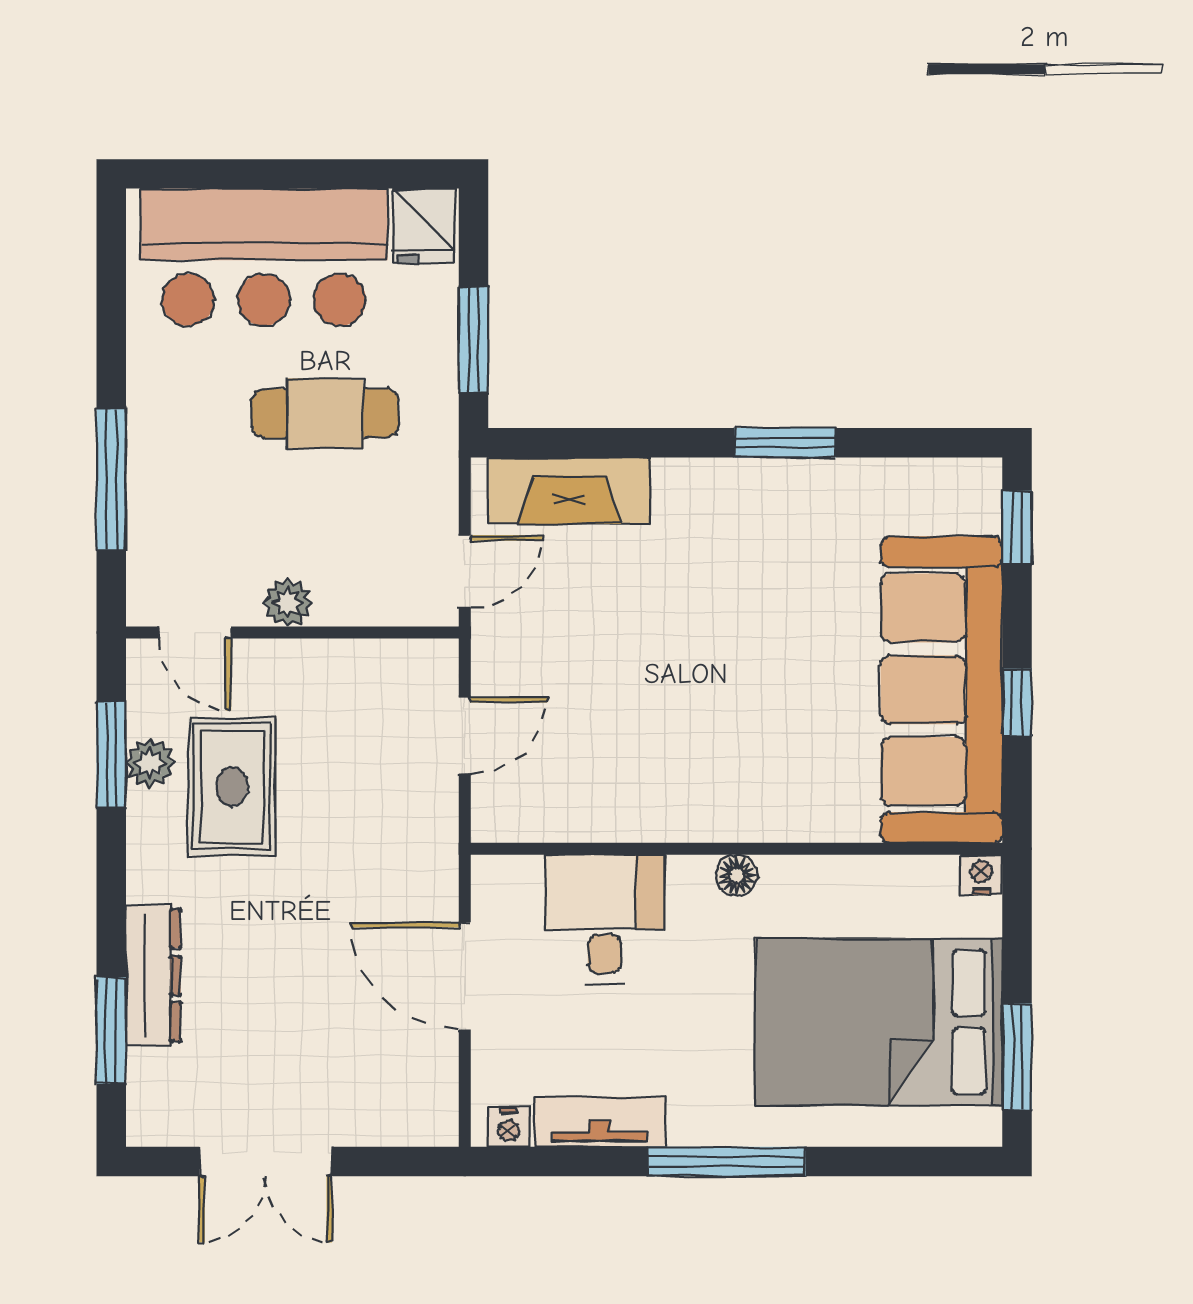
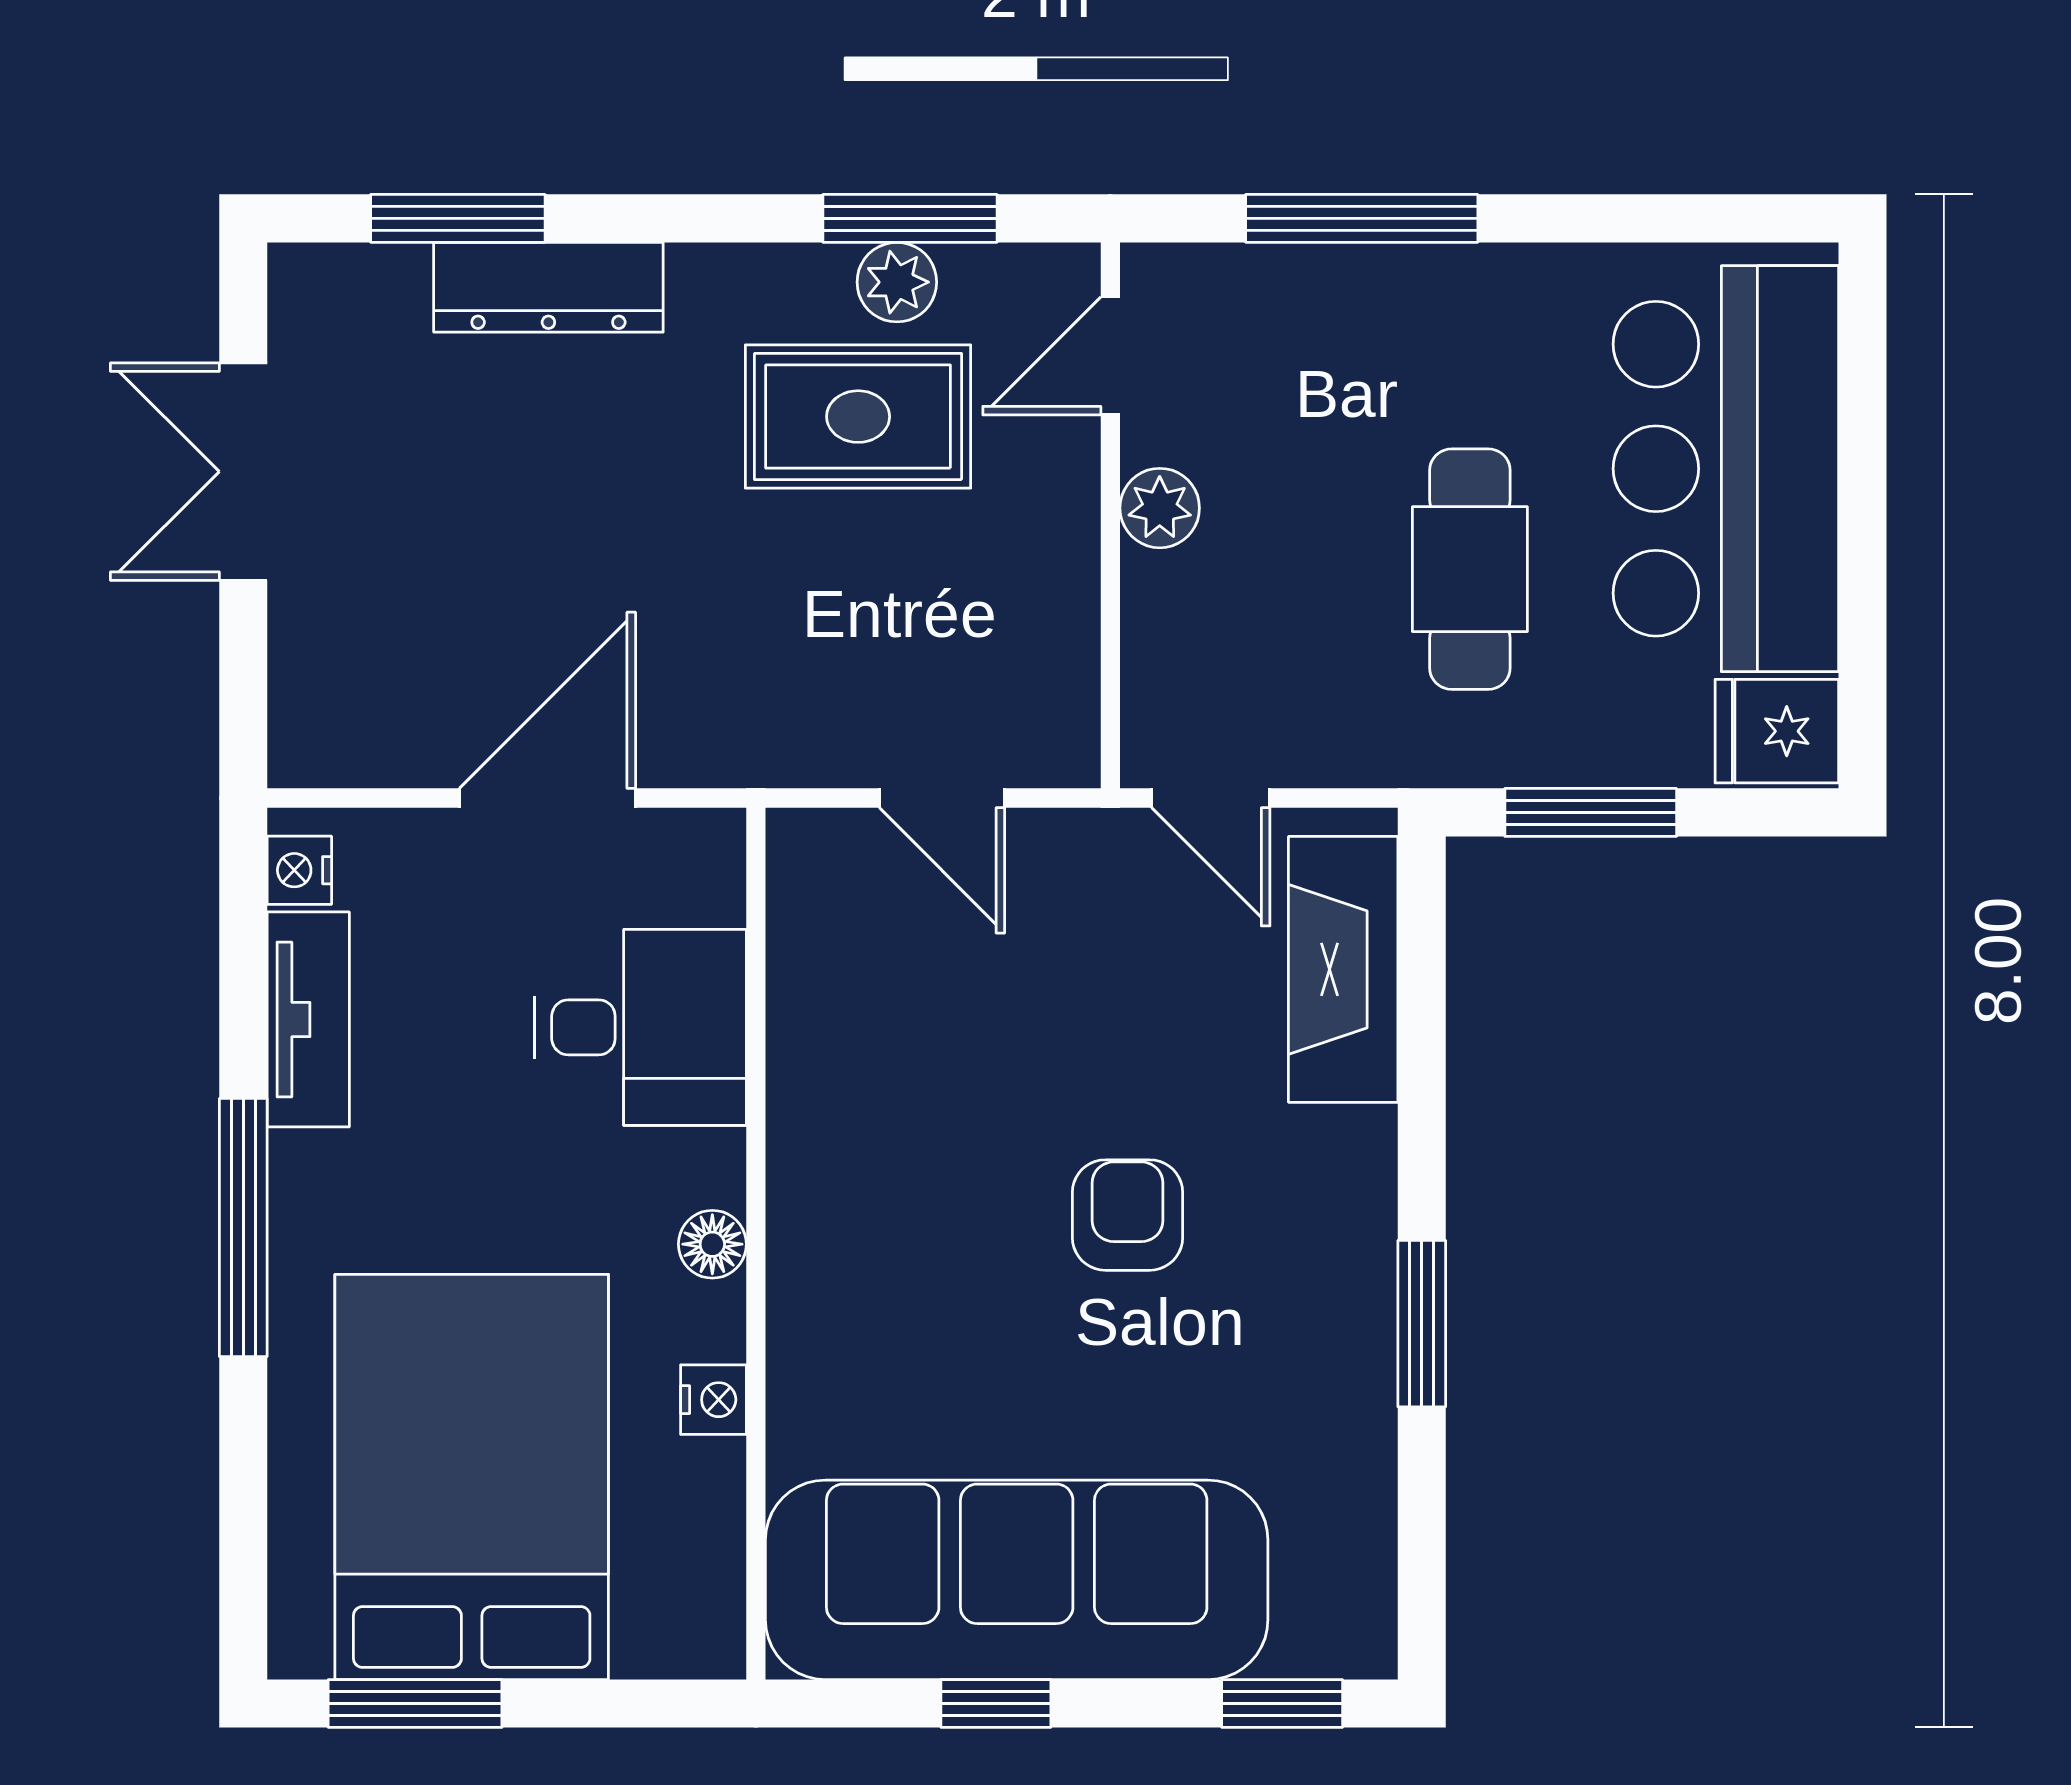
armchair: (719, 622) -> (1128, 1215), added
nightstand: (981, 875) -> (713, 1400), moved

